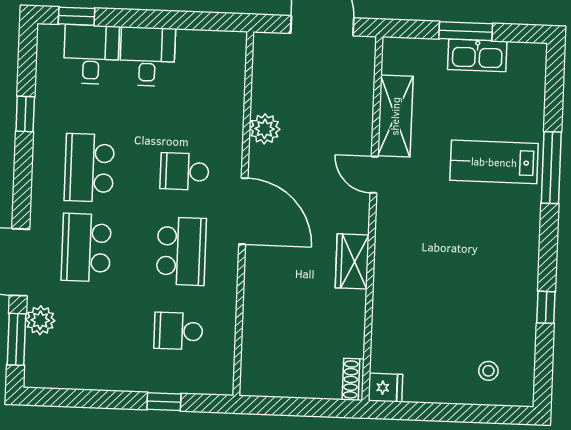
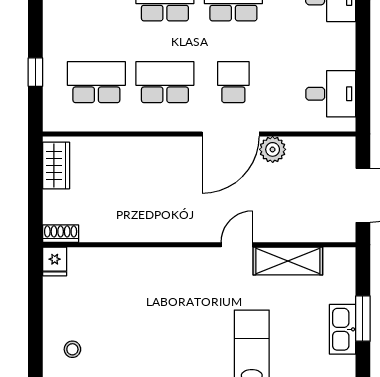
desk: (147, 56) -> (331, 94), moved
door: (243, 211) -> (231, 134), moved
school desk: (181, 251) -> (165, 82), turned 180
wardrobe: (352, 261) -> (56, 165), moved, turned 90
school desk: (178, 331) -> (96, 82), width x1.85

